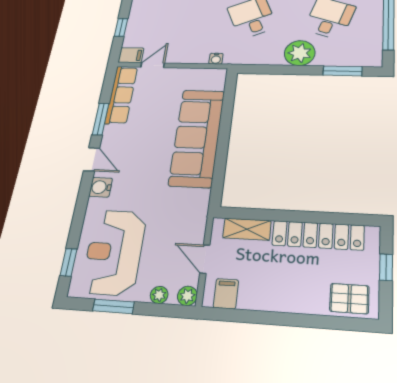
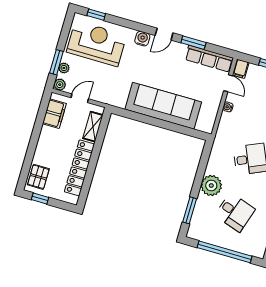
water cooler: (216, 59) -> (228, 107), moved
window: (386, 267) -> (40, 198), moved
filing cabinet: (226, 294) -> (54, 114), width x2.00
window: (113, 306) -> (56, 62), moved

